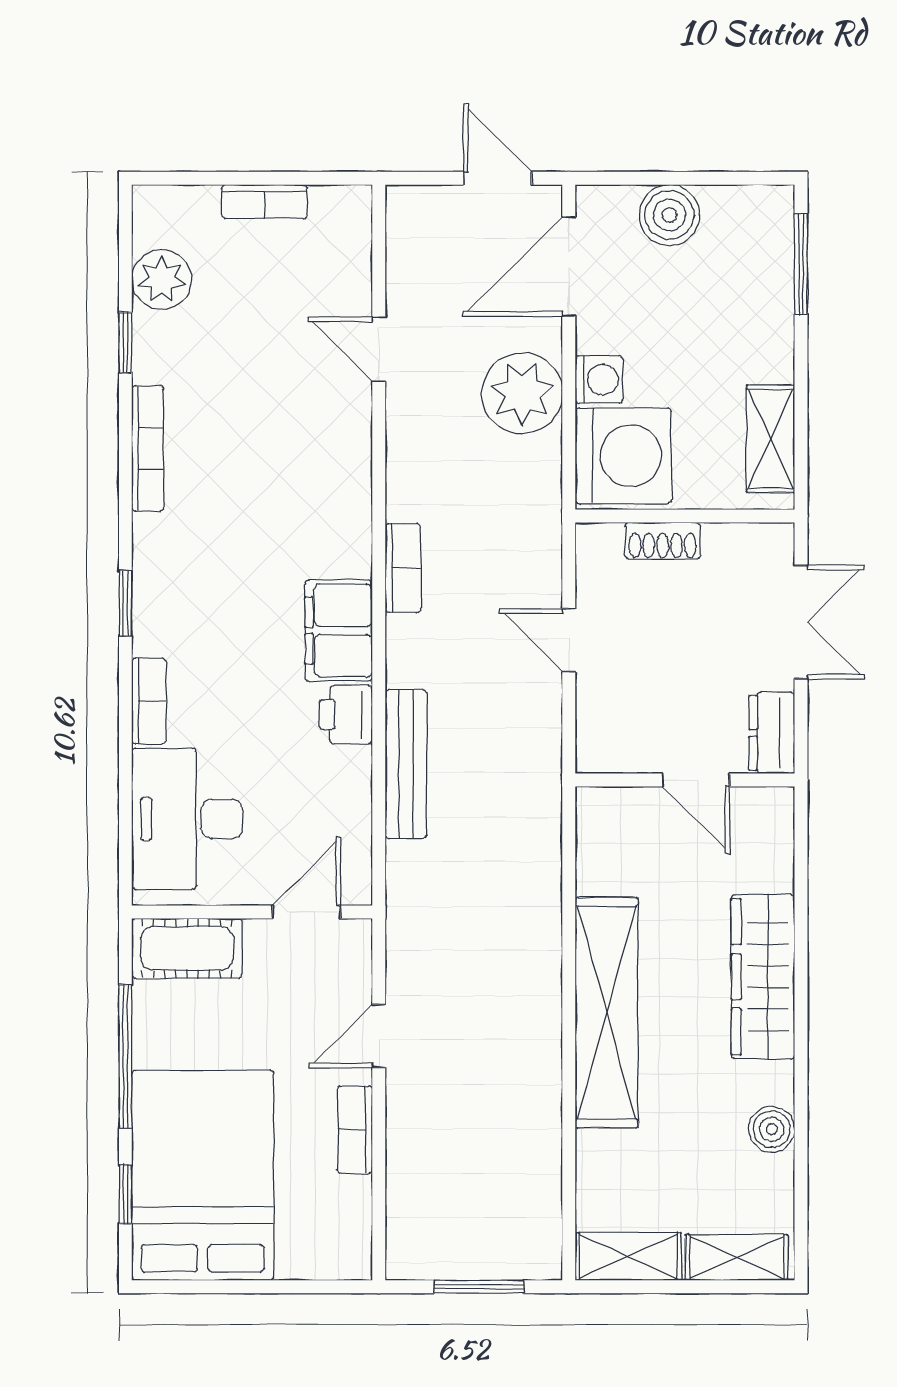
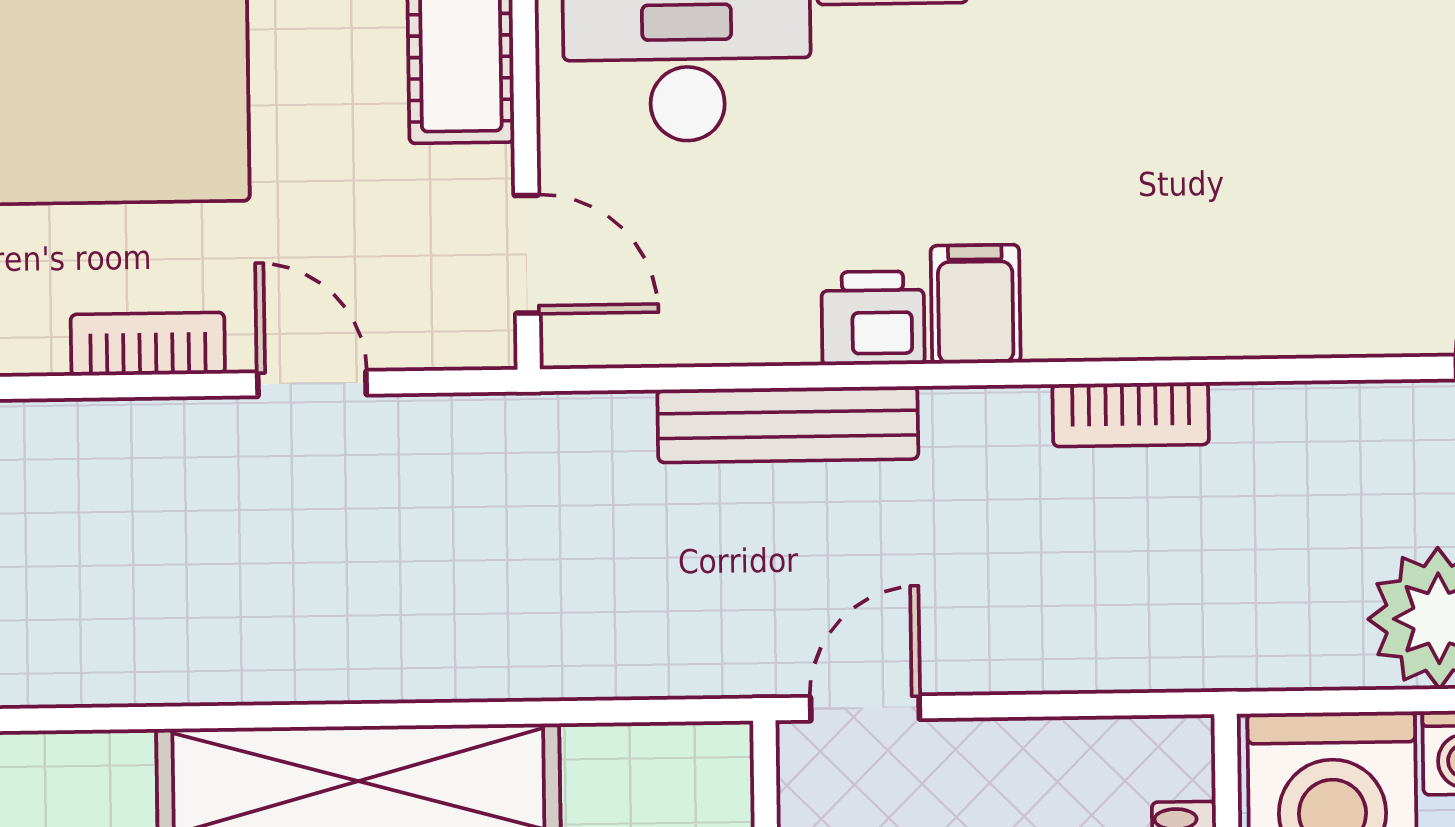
filing cabinet: (339, 630) -> (976, 304), width x0.50
door: (569, 640) -> (865, 708), moved

